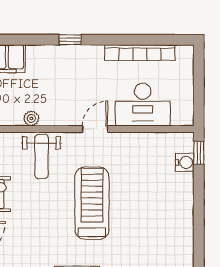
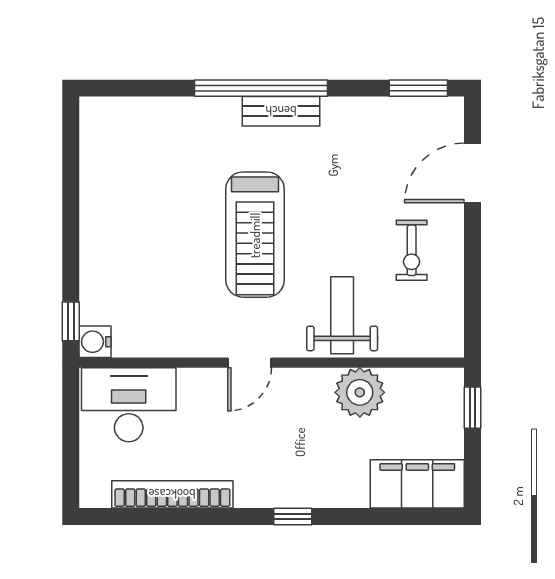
desk: (143, 105) -> (129, 405), moved
plant: (31, 118) -> (360, 392), width x1.88, depth x1.88
water cooler: (185, 162) -> (95, 342), moved

